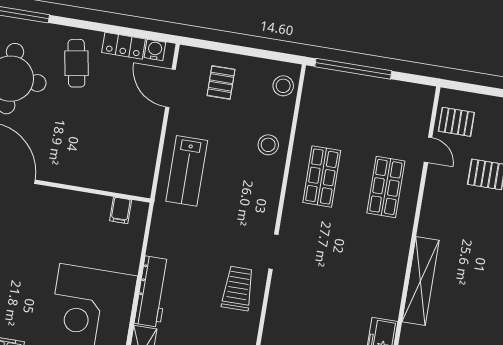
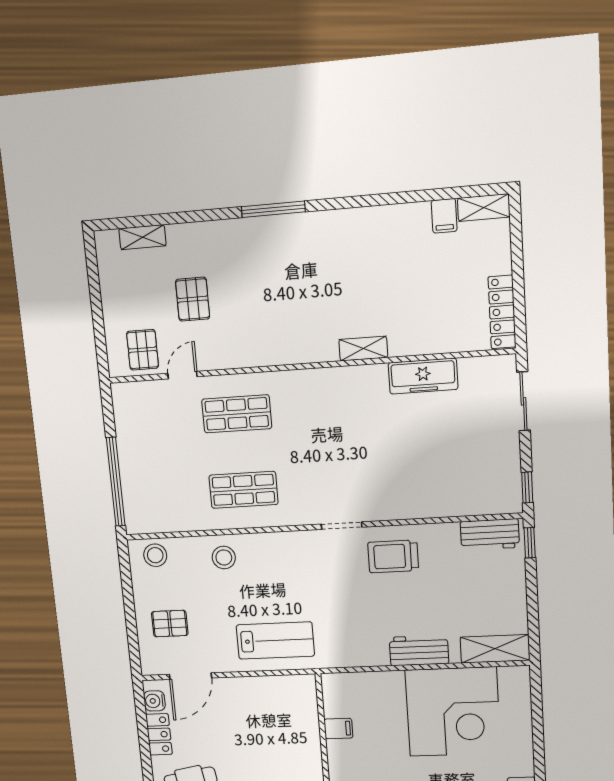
filing cabinet: (121, 210) -> (338, 729), moved
shelving: (421, 281) -> (363, 349), width x0.45, depth x0.75
workbench: (152, 292) -> (419, 650), width x0.73

